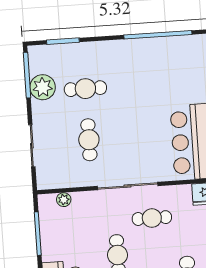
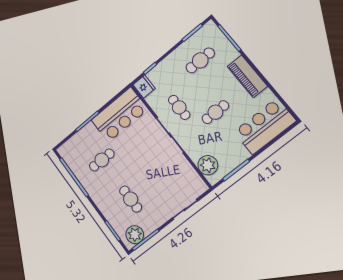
plant: (43, 87) -> (135, 235), moved
cafe table: (89, 140) -> (102, 160), moved
plant: (64, 200) -> (208, 165), width x1.87, depth x1.87

